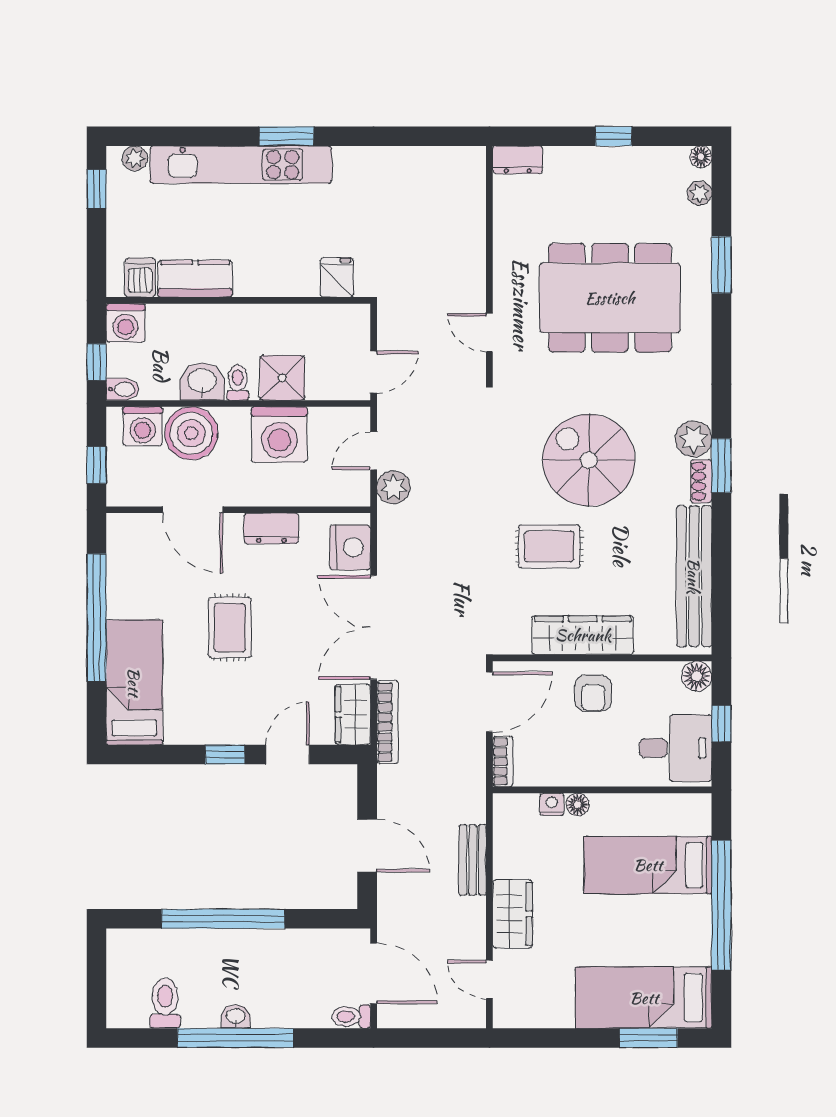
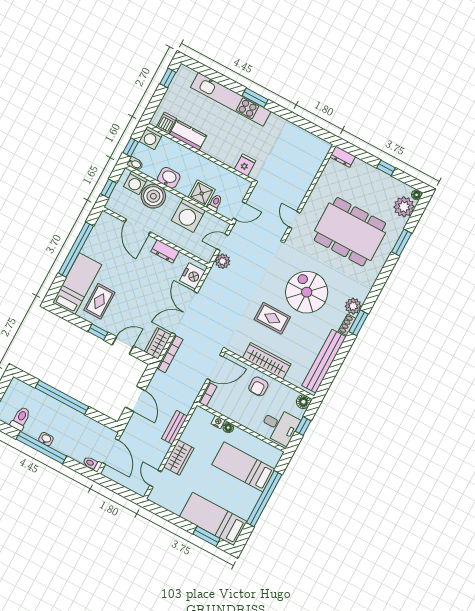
plant: (135, 158) -> (190, 74), removed
plant: (699, 193) -> (404, 207), width x1.87, depth x1.87
toilet: (238, 382) -> (215, 203), moved
rug: (230, 628) -> (99, 301), moved

